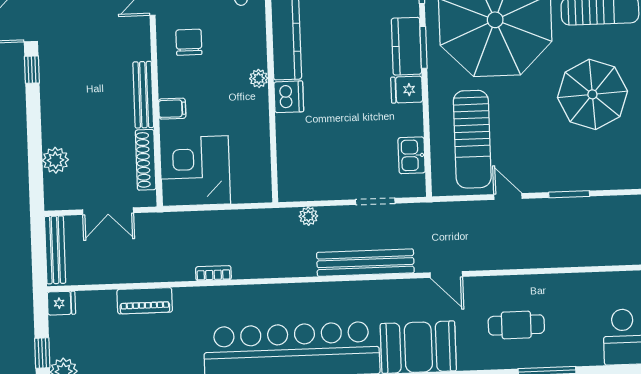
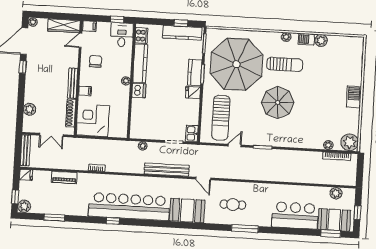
kitchen sink: (412, 155) -> (192, 133), moved
door: (508, 197) -> (235, 146), hinge flipped

